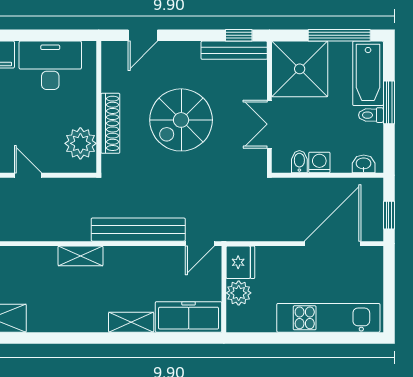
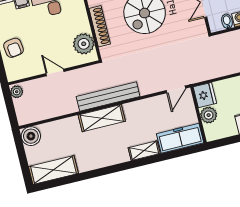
bench: (138, 230) -> (108, 96), moved
shelving: (81, 256) -> (102, 118), width x1.50, depth x1.33

